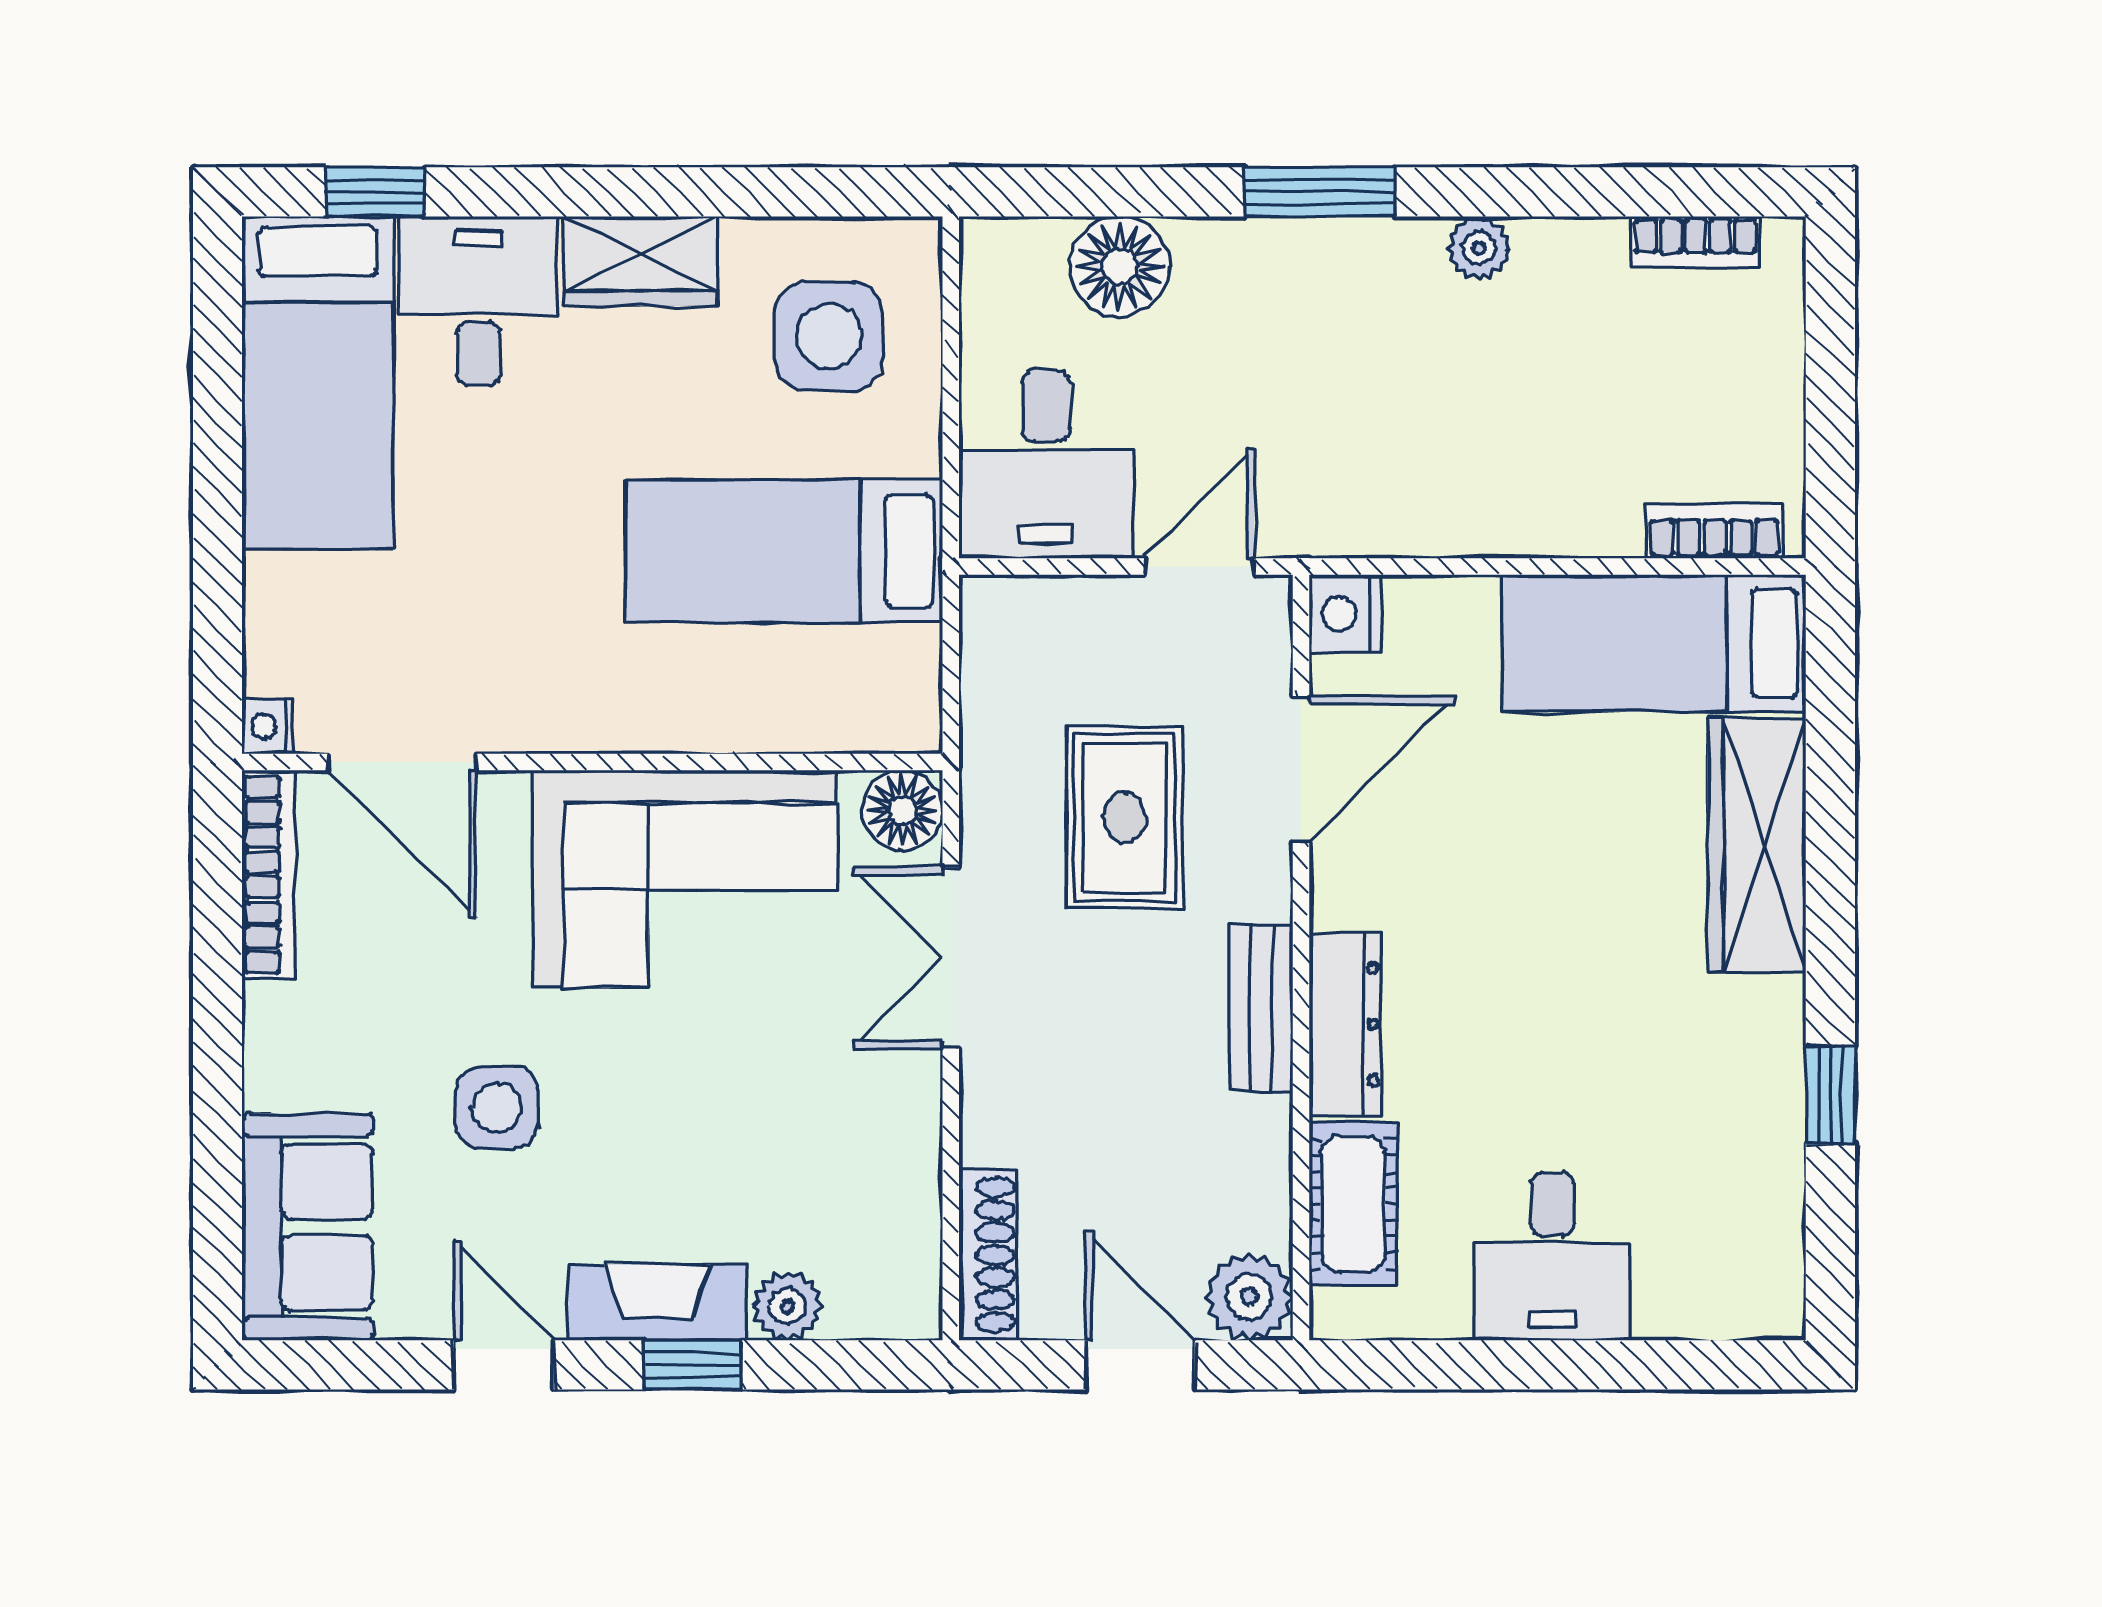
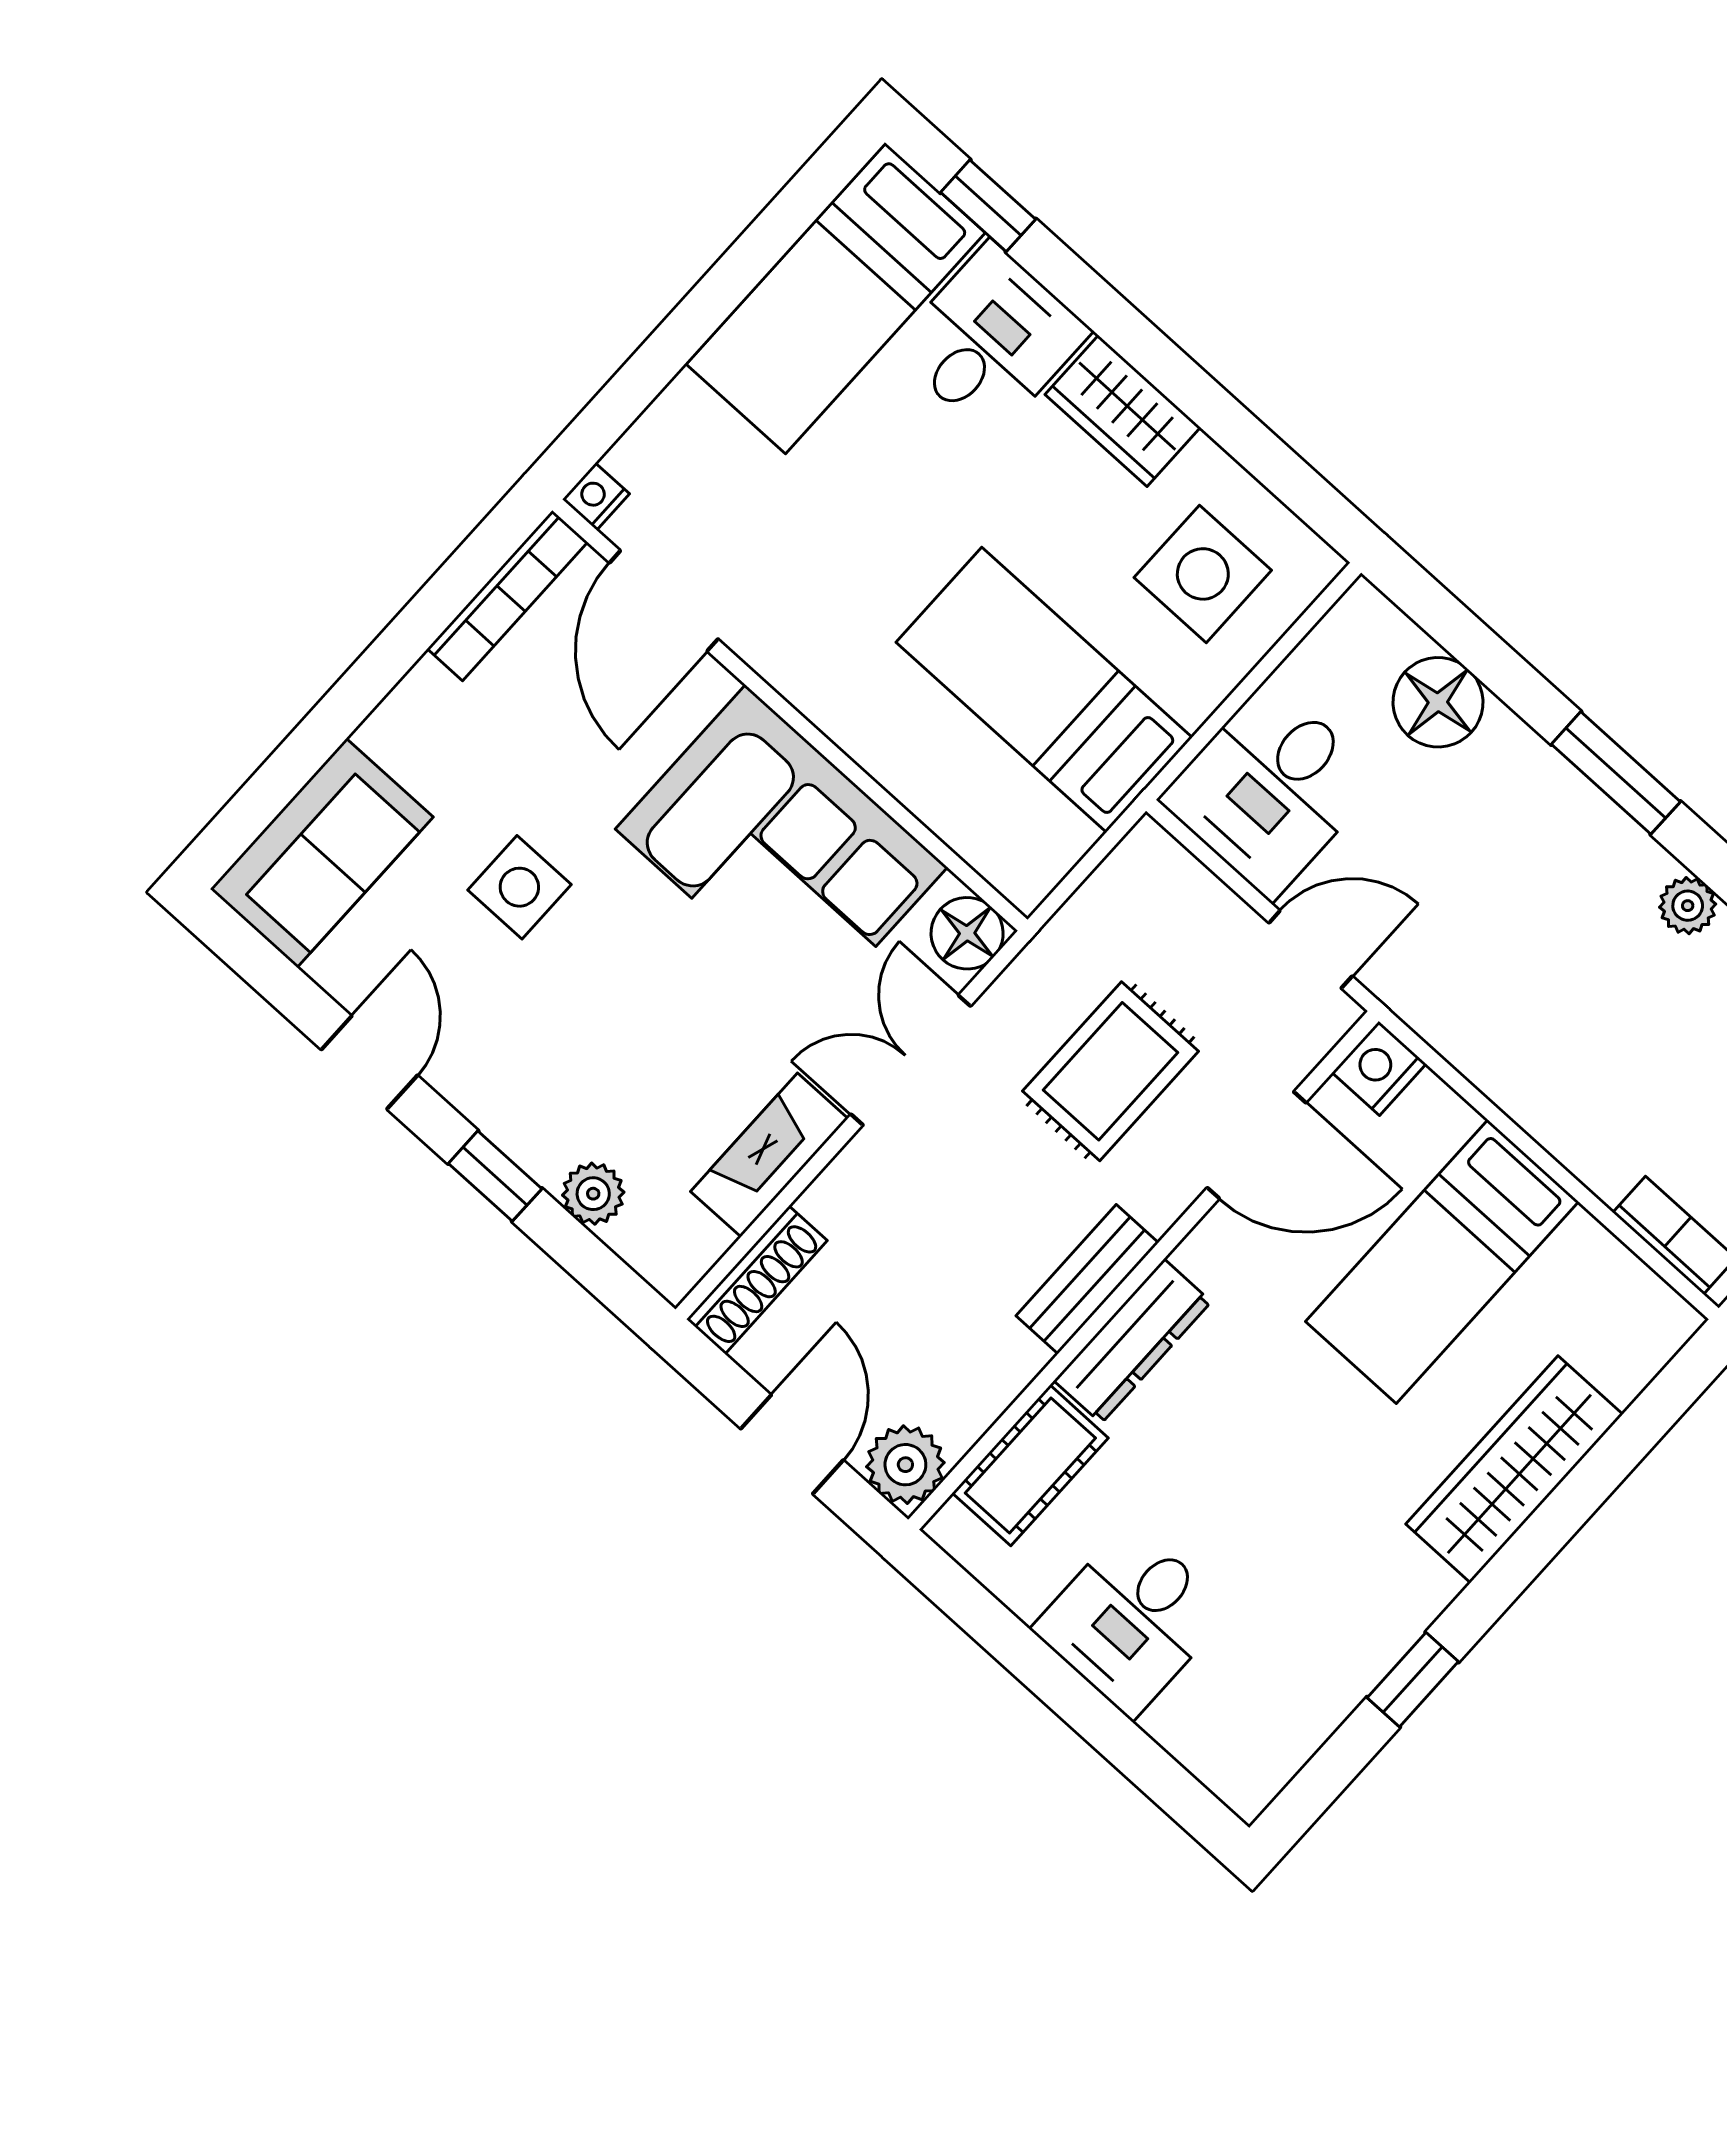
bed: (1654, 643) -> (1442, 1262), moved, turned -90
fireplace: (658, 1302) -> (769, 1155), moved, turned -90

